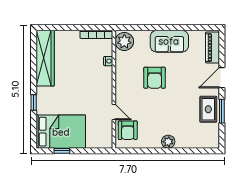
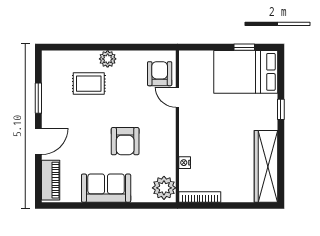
armchair: (155, 78) -> (125, 141), turned 180
rug: (208, 109) -> (89, 84), moved, turned 90

